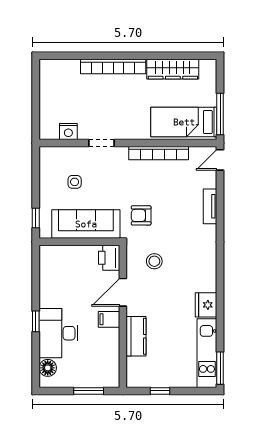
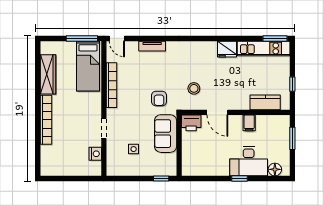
sofa: (86, 224) -> (166, 134), width x0.73
filing cabinet: (109, 319) -> (249, 123), moved
kitchen counter: (136, 336) -> (265, 102), moved

